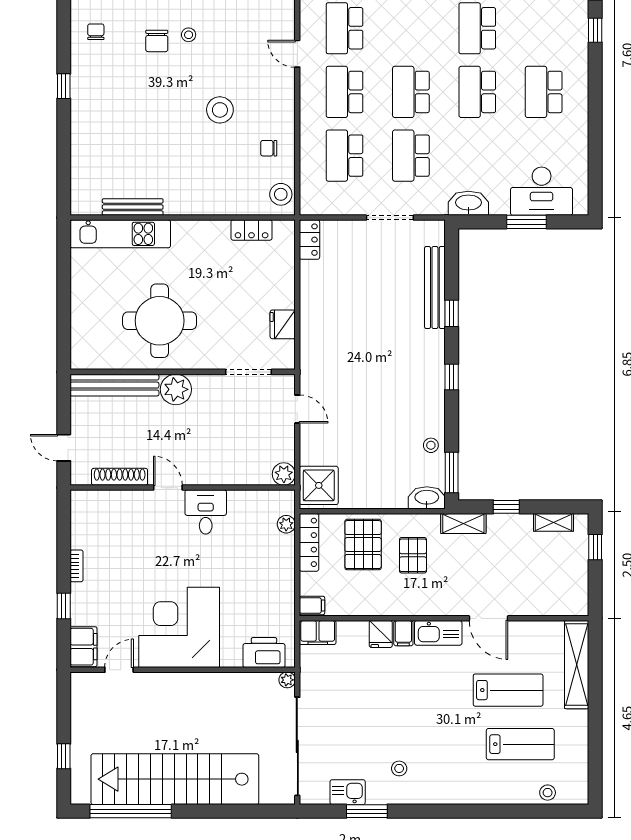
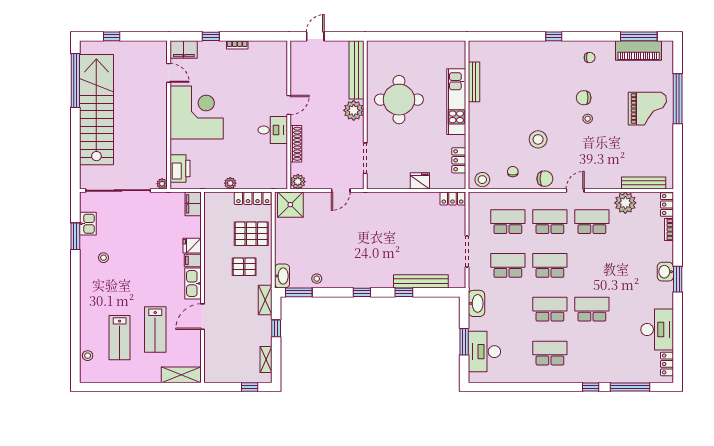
chair: (279, 100) -> (545, 179), added
kitchen unit: (120, 234) -> (456, 102), moved
fridge: (283, 324) -> (420, 181), moved
shoe rack: (120, 477) -> (296, 144), moved
plant: (286, 524) -> (230, 183), moved
filing cabinet: (312, 606) -> (211, 200), removed
shelving: (577, 665) -> (181, 375), width x0.68

